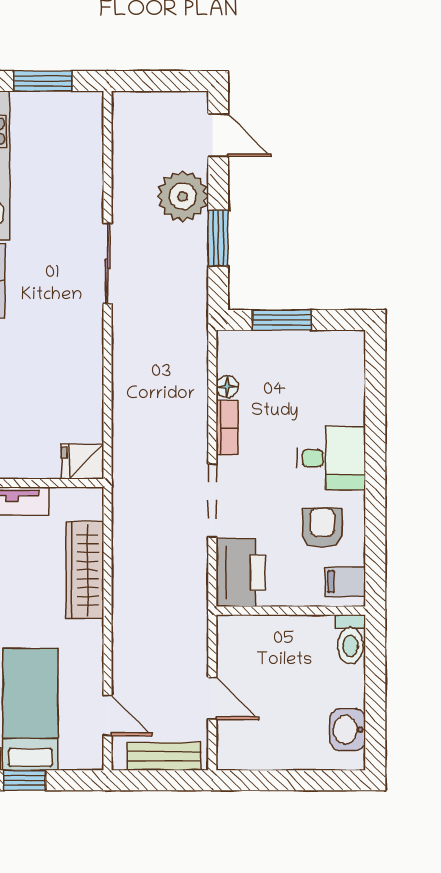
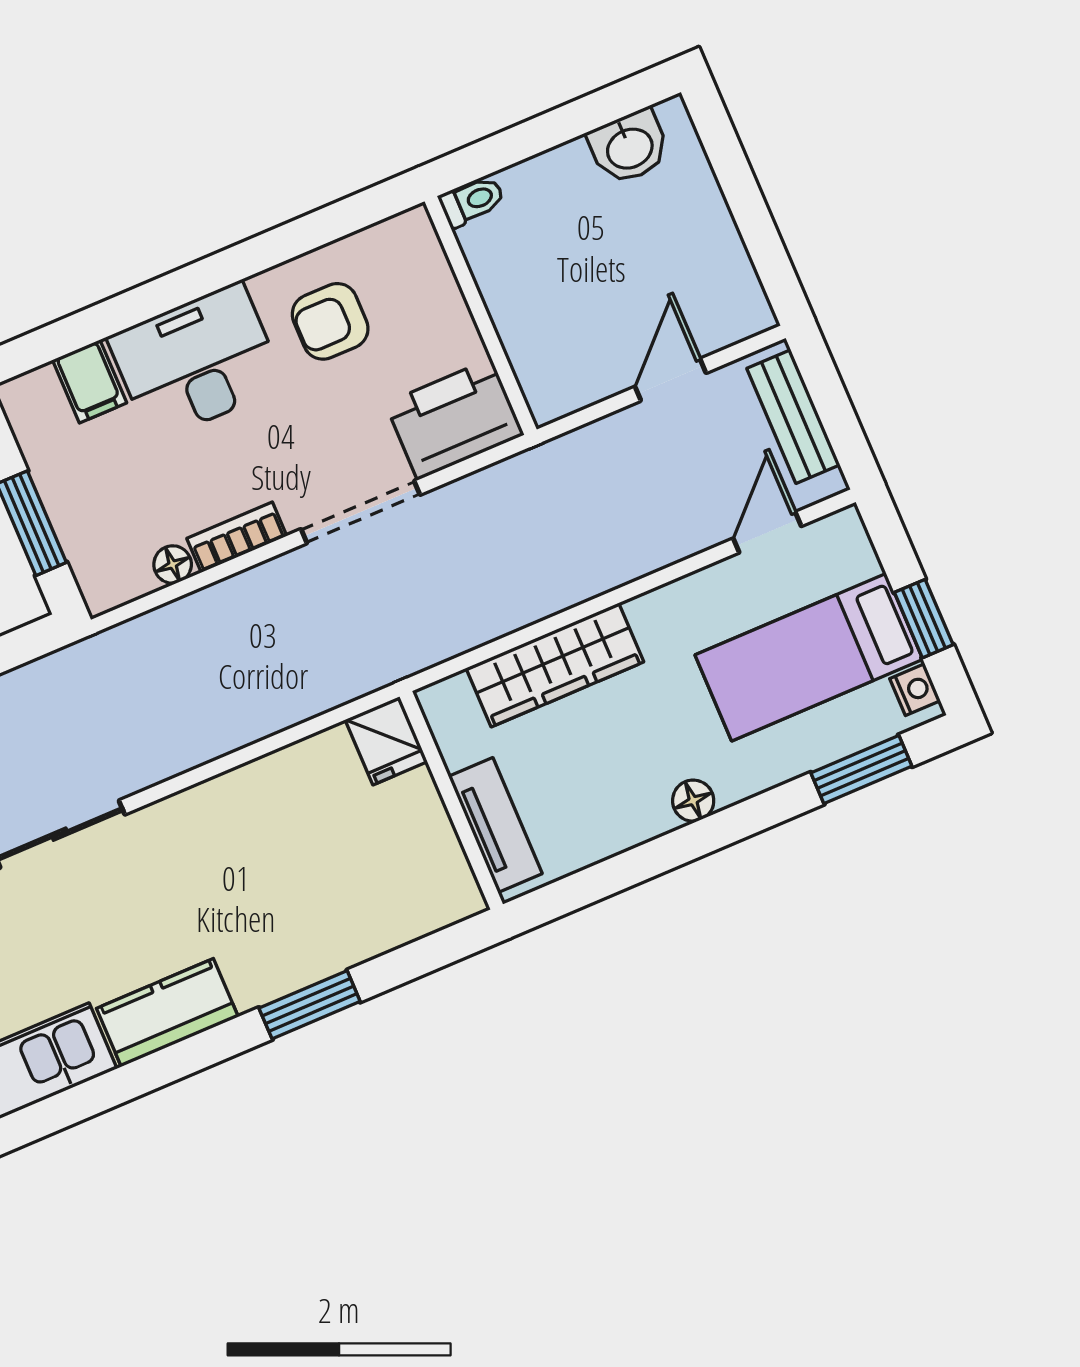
desk: (331, 458) -> (197, 362), width x1.37
filing cabinet: (345, 582) -> (90, 381), moved
toilet: (351, 639) -> (472, 201), width x0.73, depth x0.72

